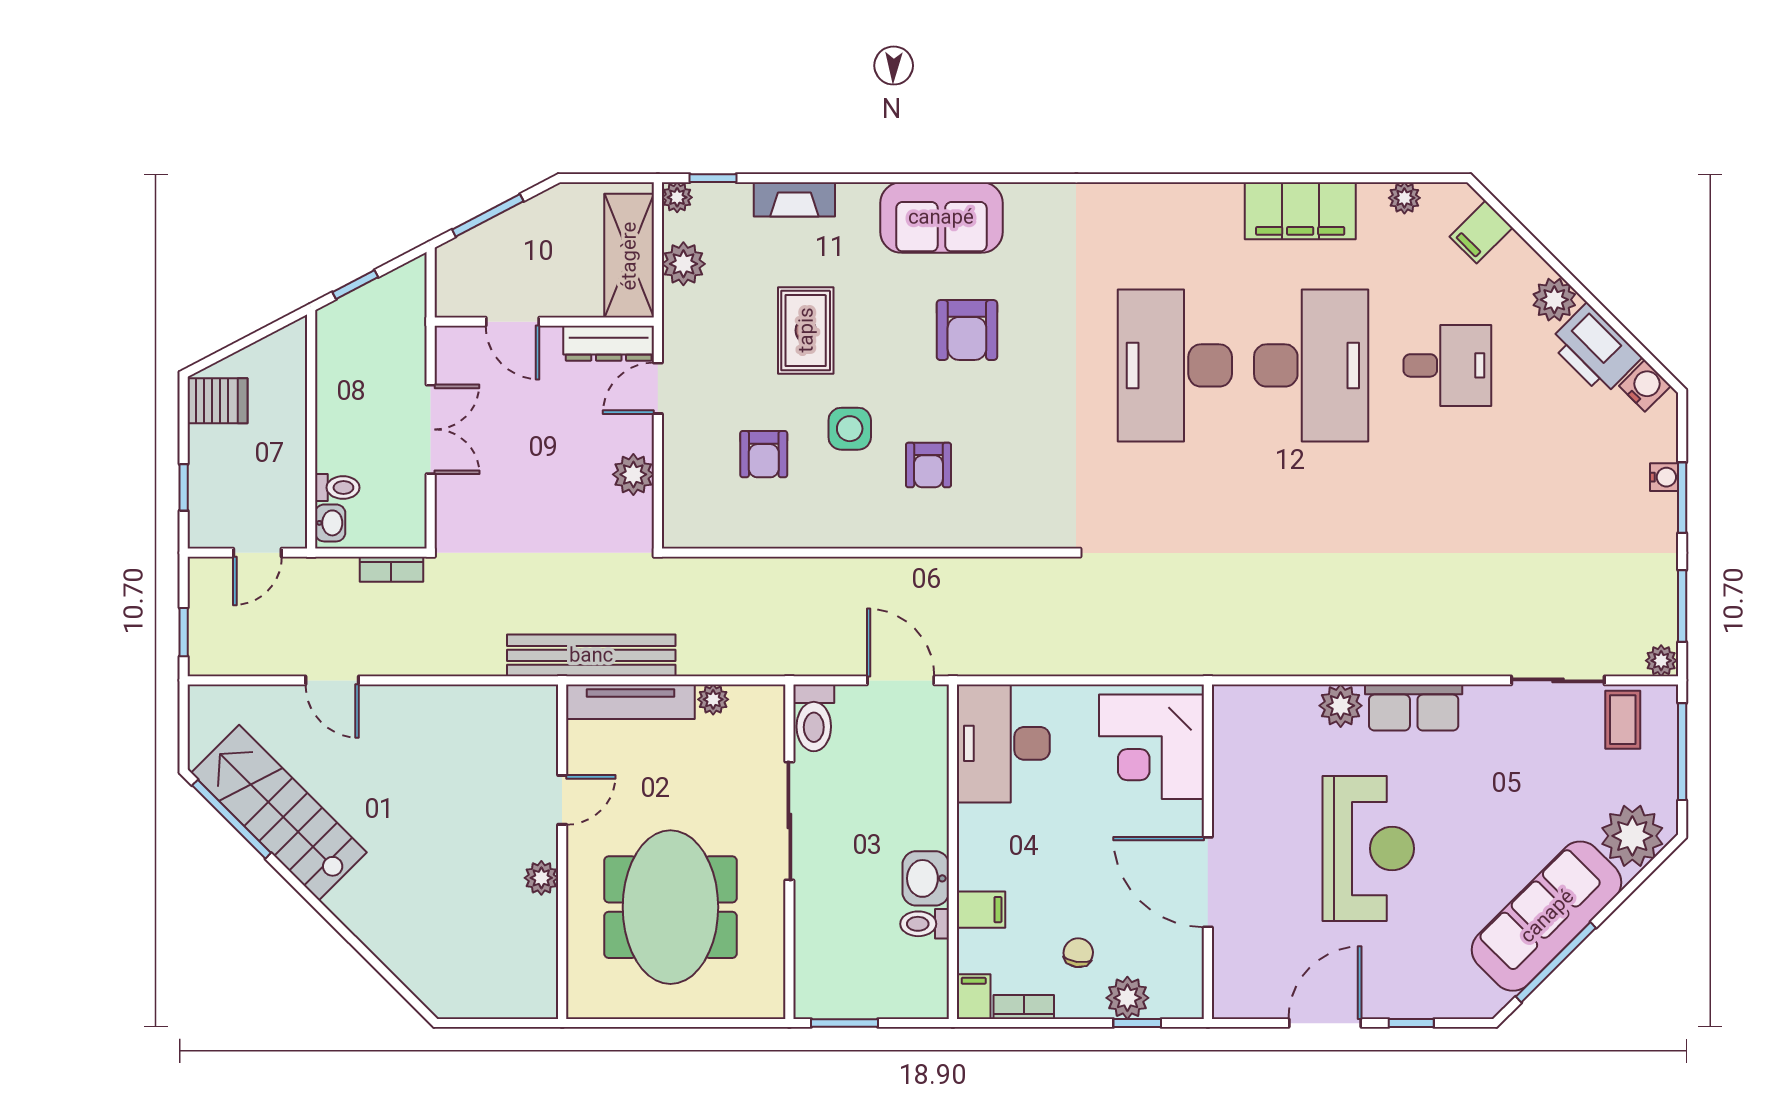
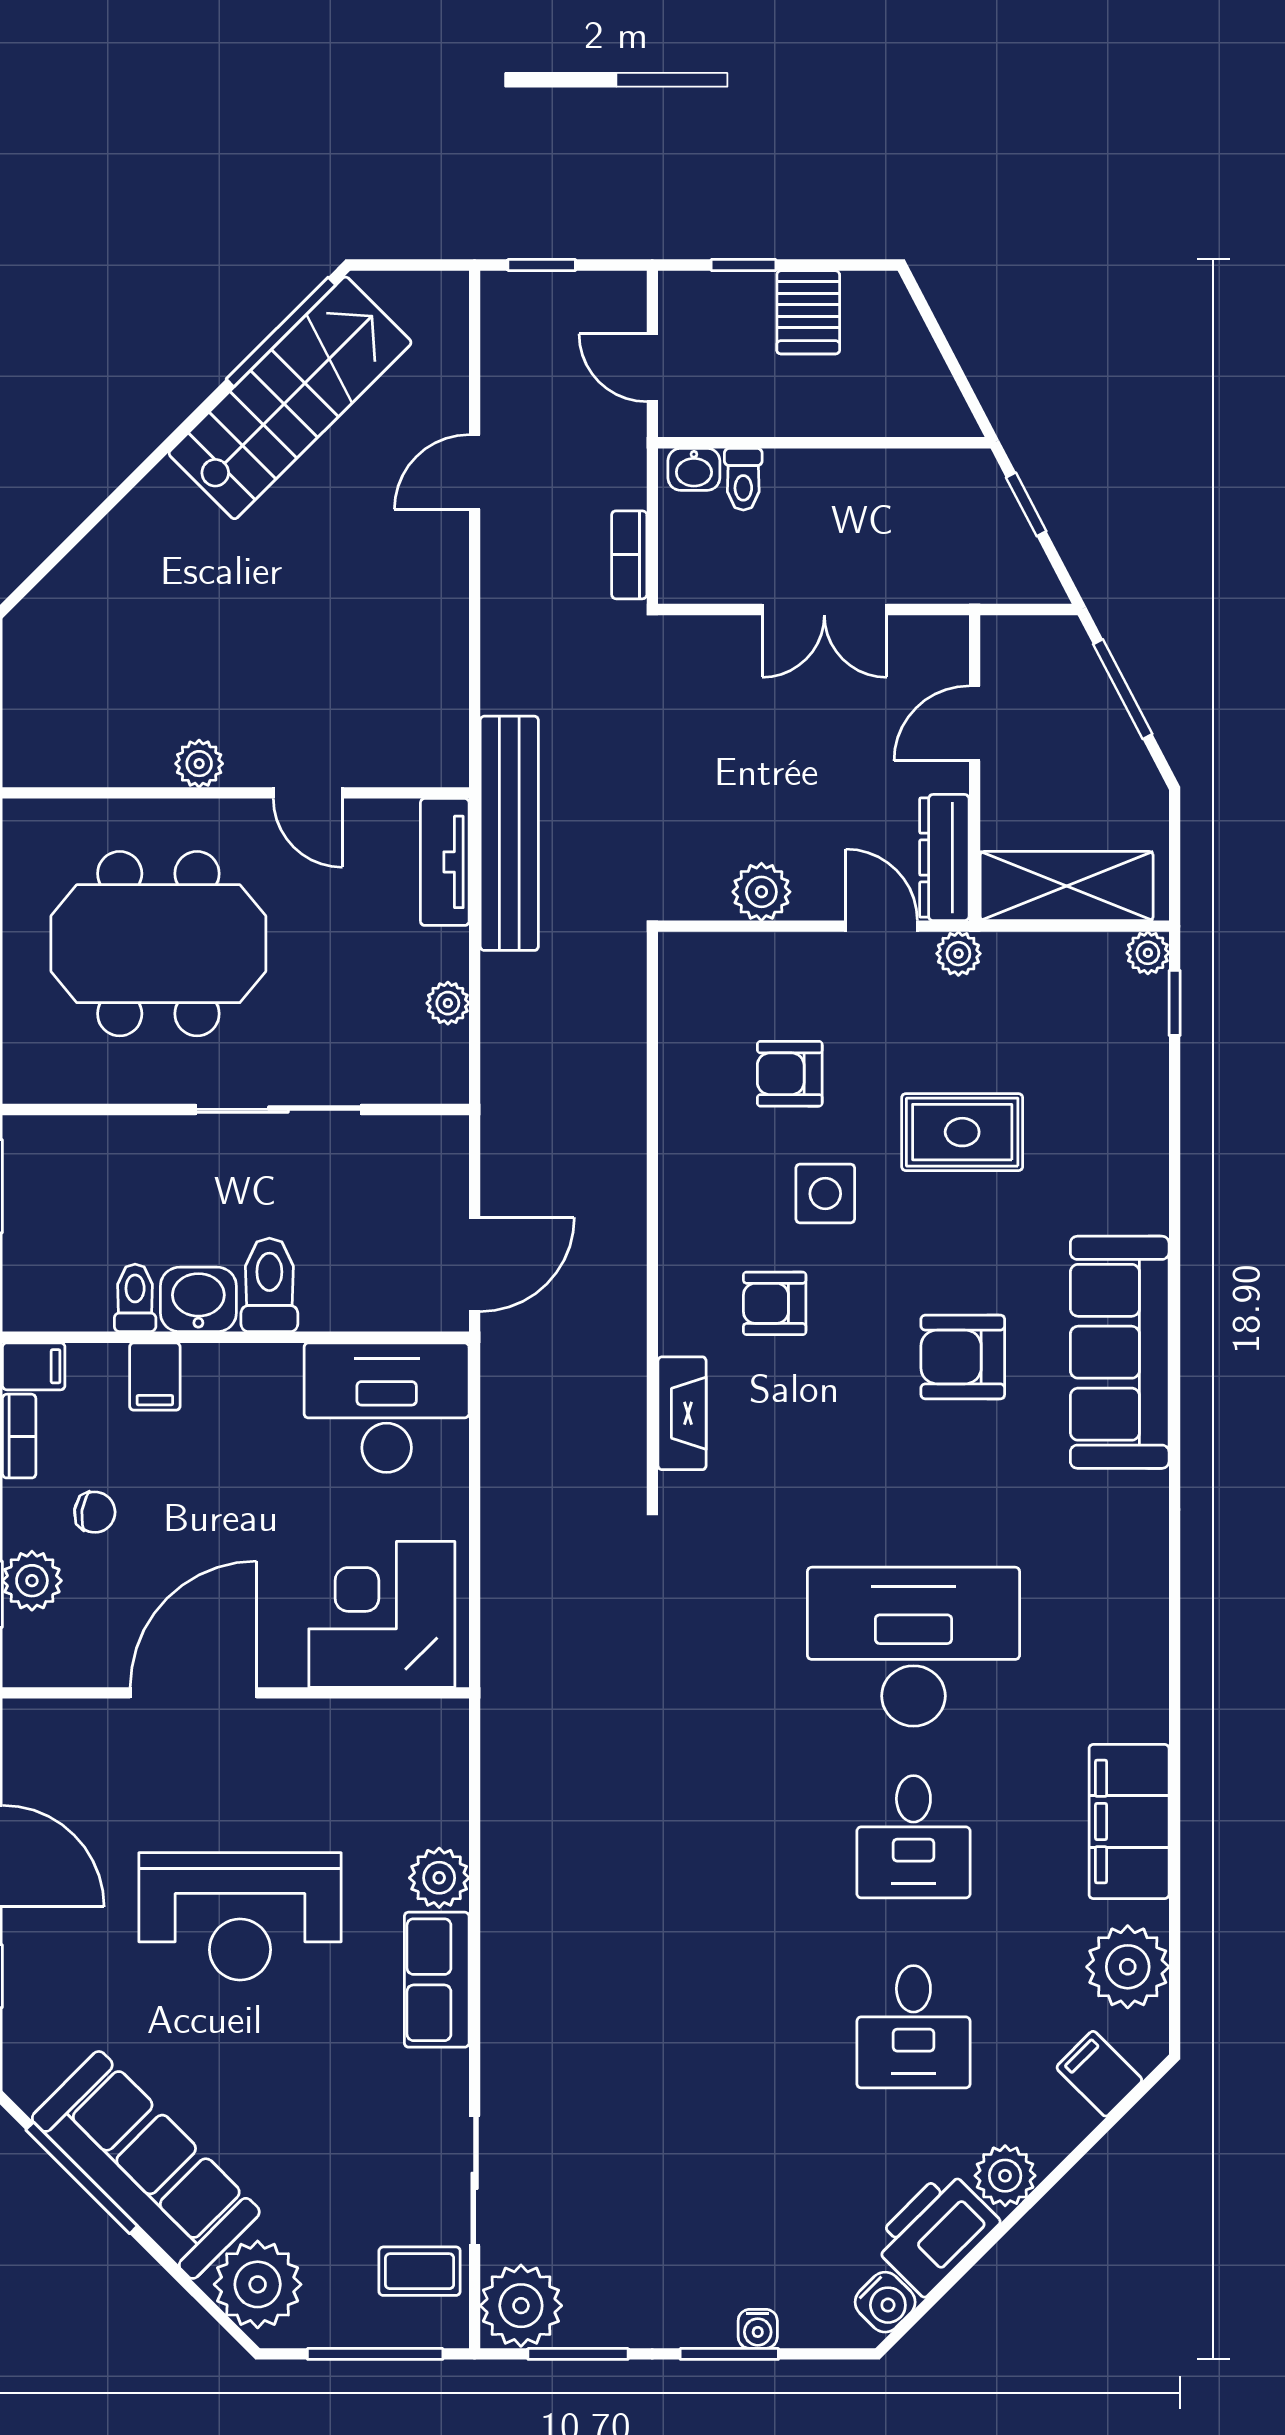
plant: (1404, 198) -> (1128, 1967), width x1.87, depth x1.87
fireplace: (794, 199) -> (682, 1413), moved, turned 180
sofa: (941, 217) -> (1120, 1352), width x1.36
plant: (683, 264) -> (958, 954), moved, width x0.73, depth x0.73
desk: (1311, 365) -> (913, 1837), width x0.53, depth x0.77
server rack: (217, 401) -> (808, 312), moved
plant: (1661, 661) -> (521, 2306), width x1.88, depth x1.88
tv unit: (630, 702) -> (445, 862), width x0.71
toilet: (814, 718) -> (269, 1285), moved, turned 90

